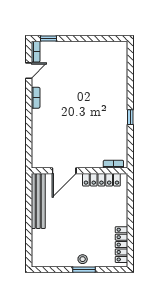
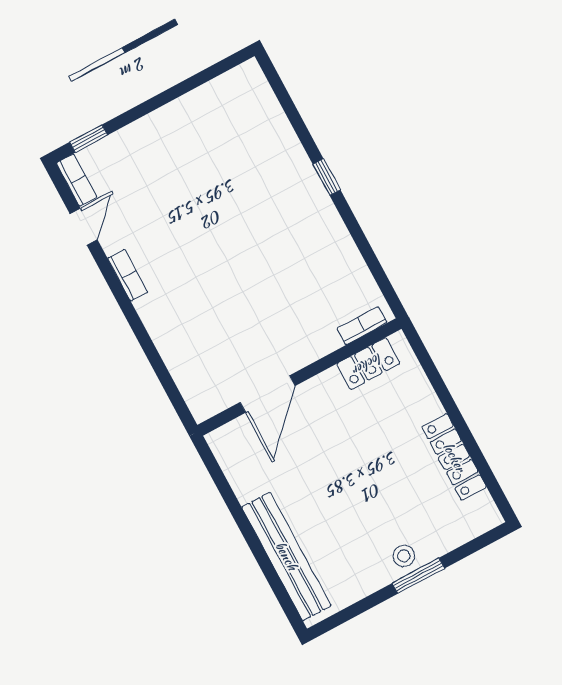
window: (130, 117) -> (327, 177), moved
locker: (101, 180) -> (368, 364), width x0.66
bench: (38, 201) -> (286, 556), moved
locker: (122, 245) -> (454, 457), moved

